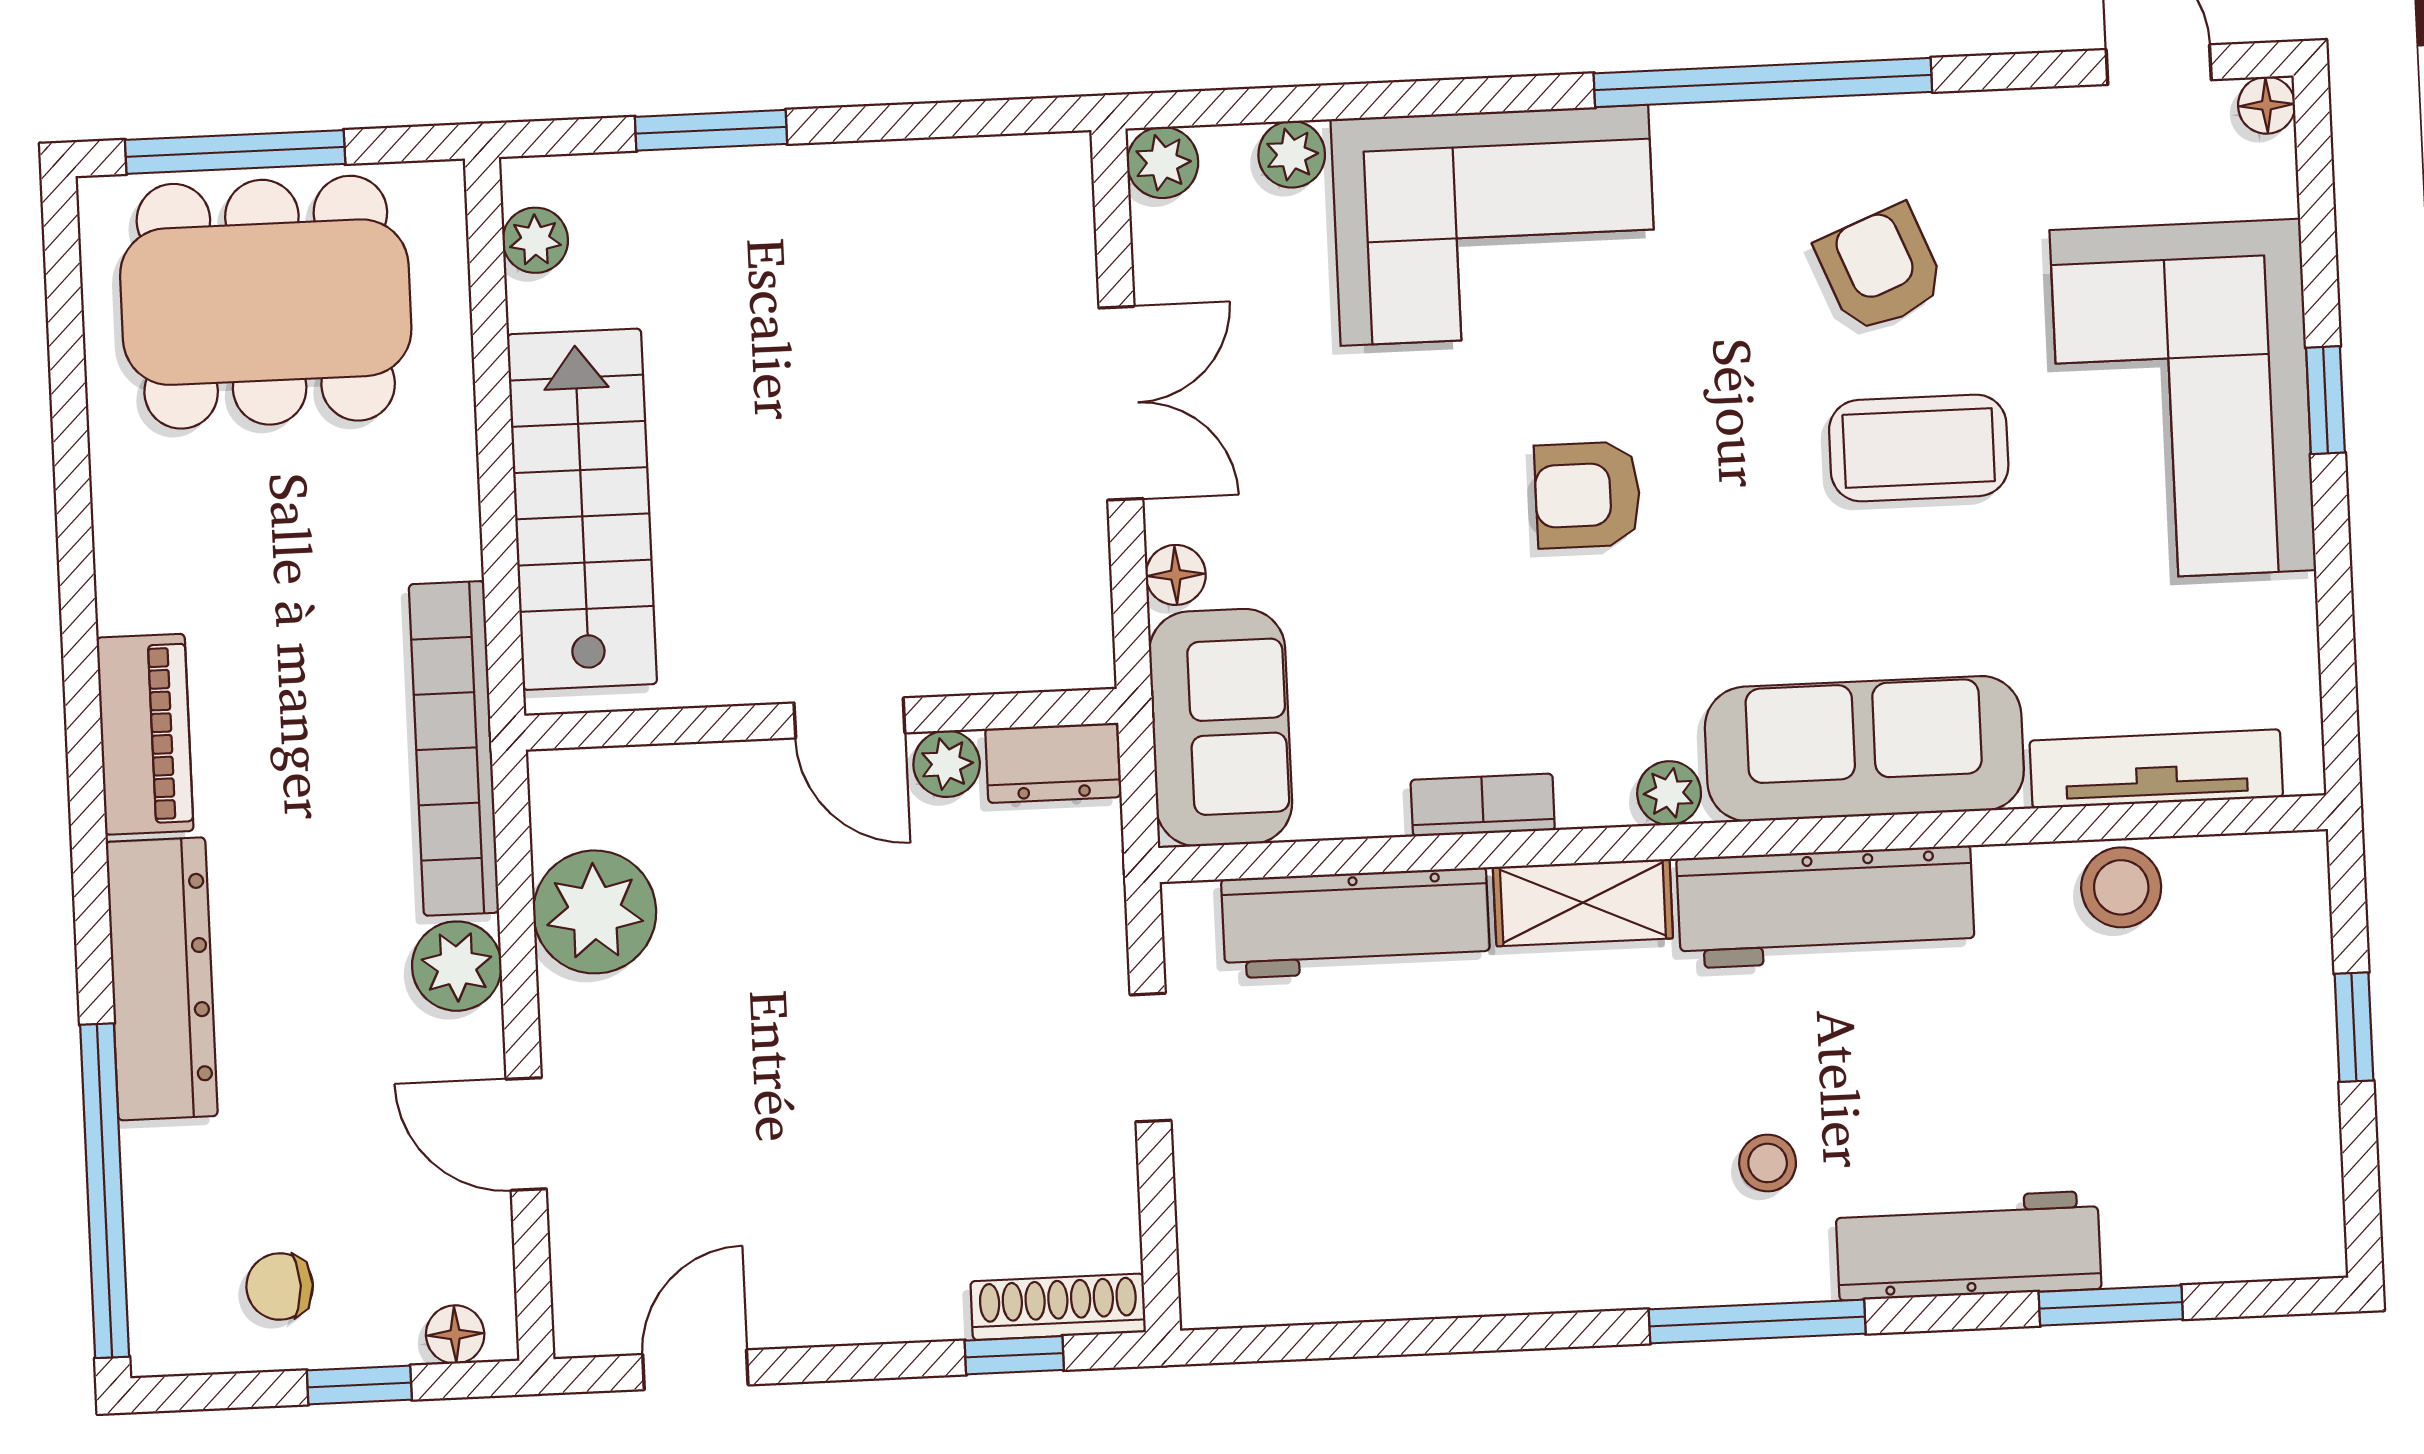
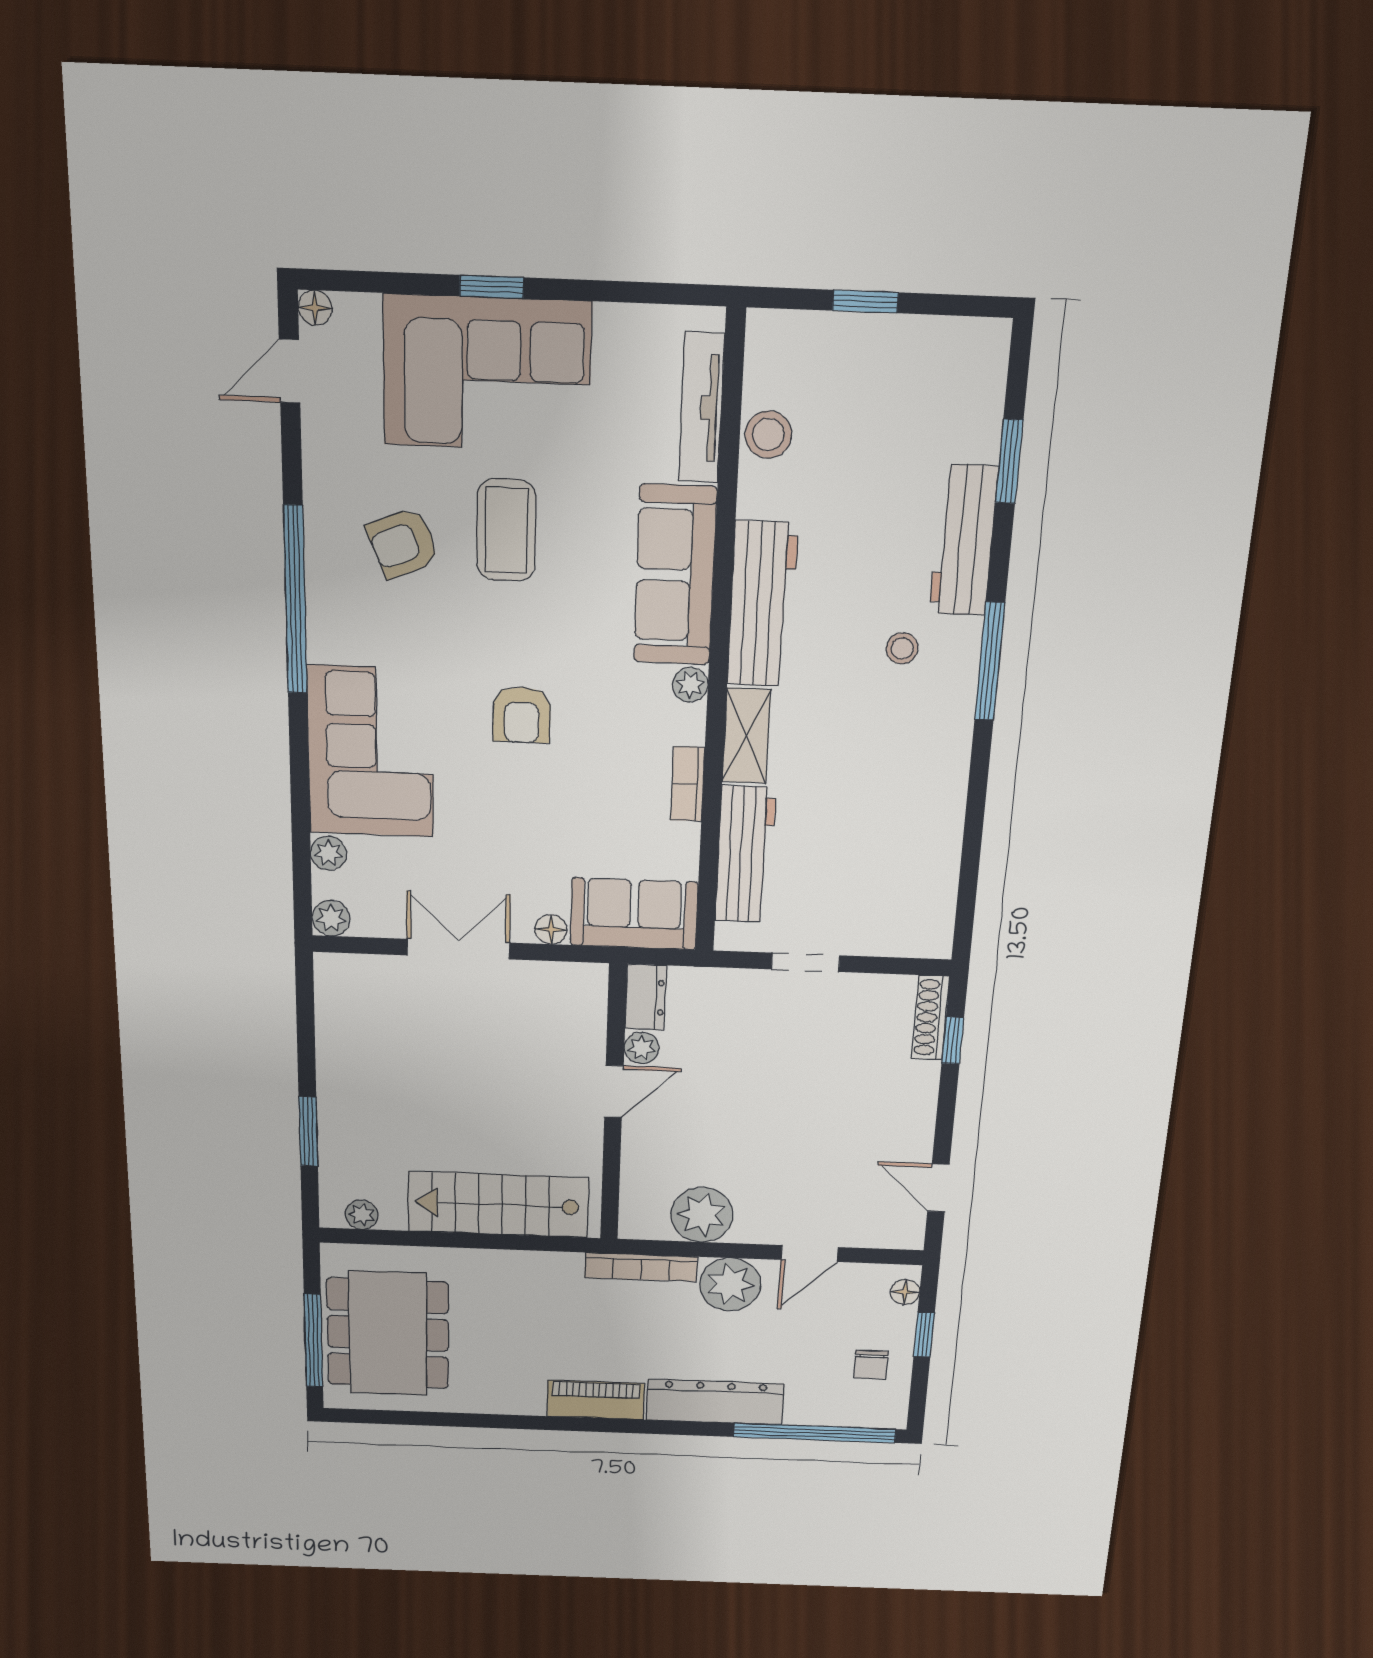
bookcase: (454, 748) -> (641, 1267), width x0.68, depth x0.76
plant: (457, 966) -> (730, 1285), width x1.36, depth x1.36

